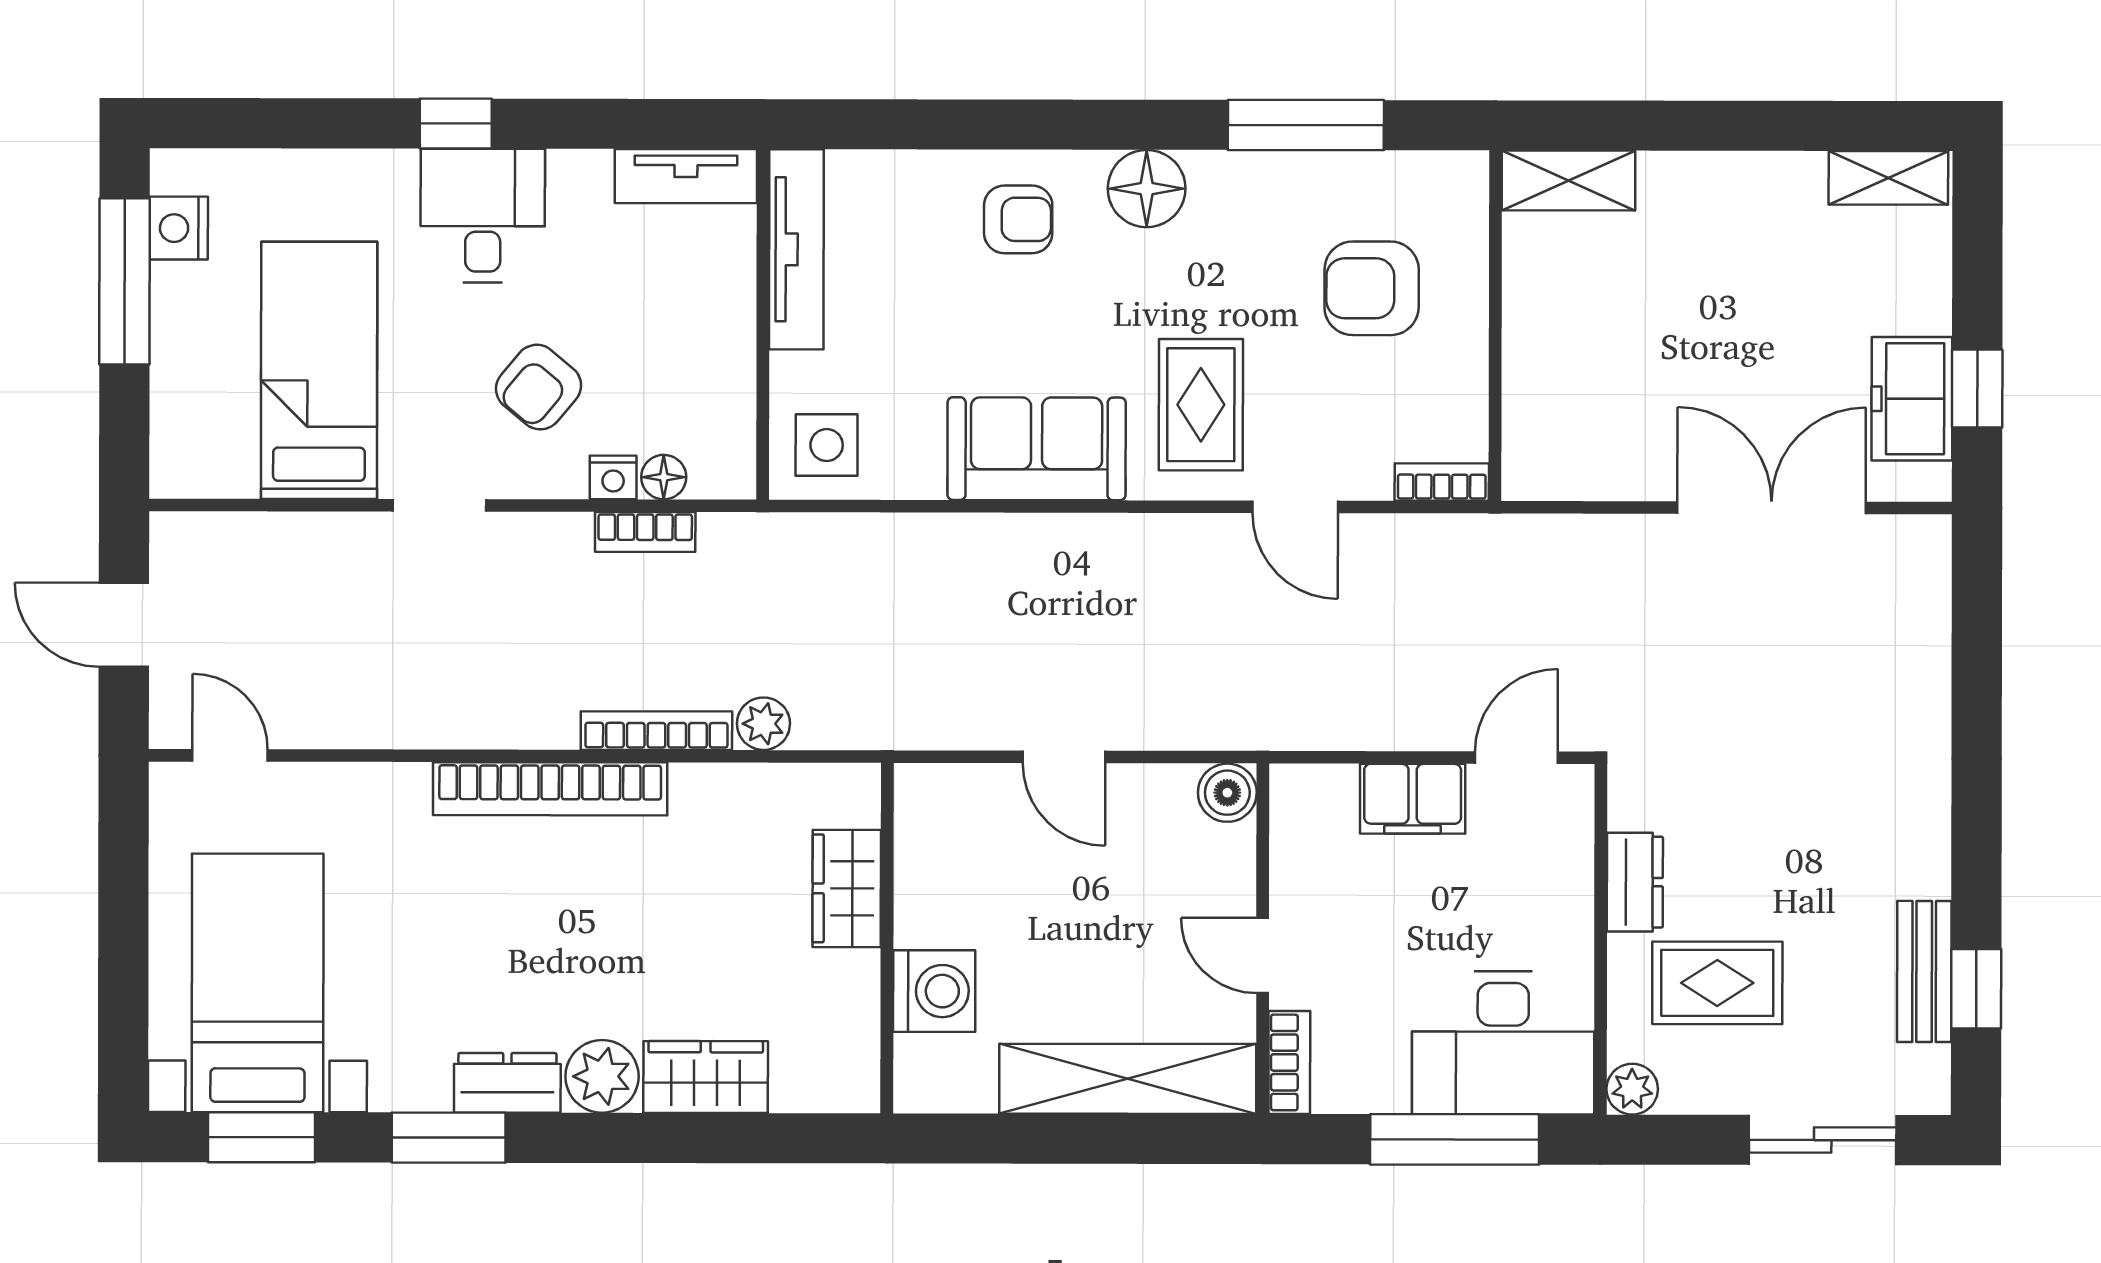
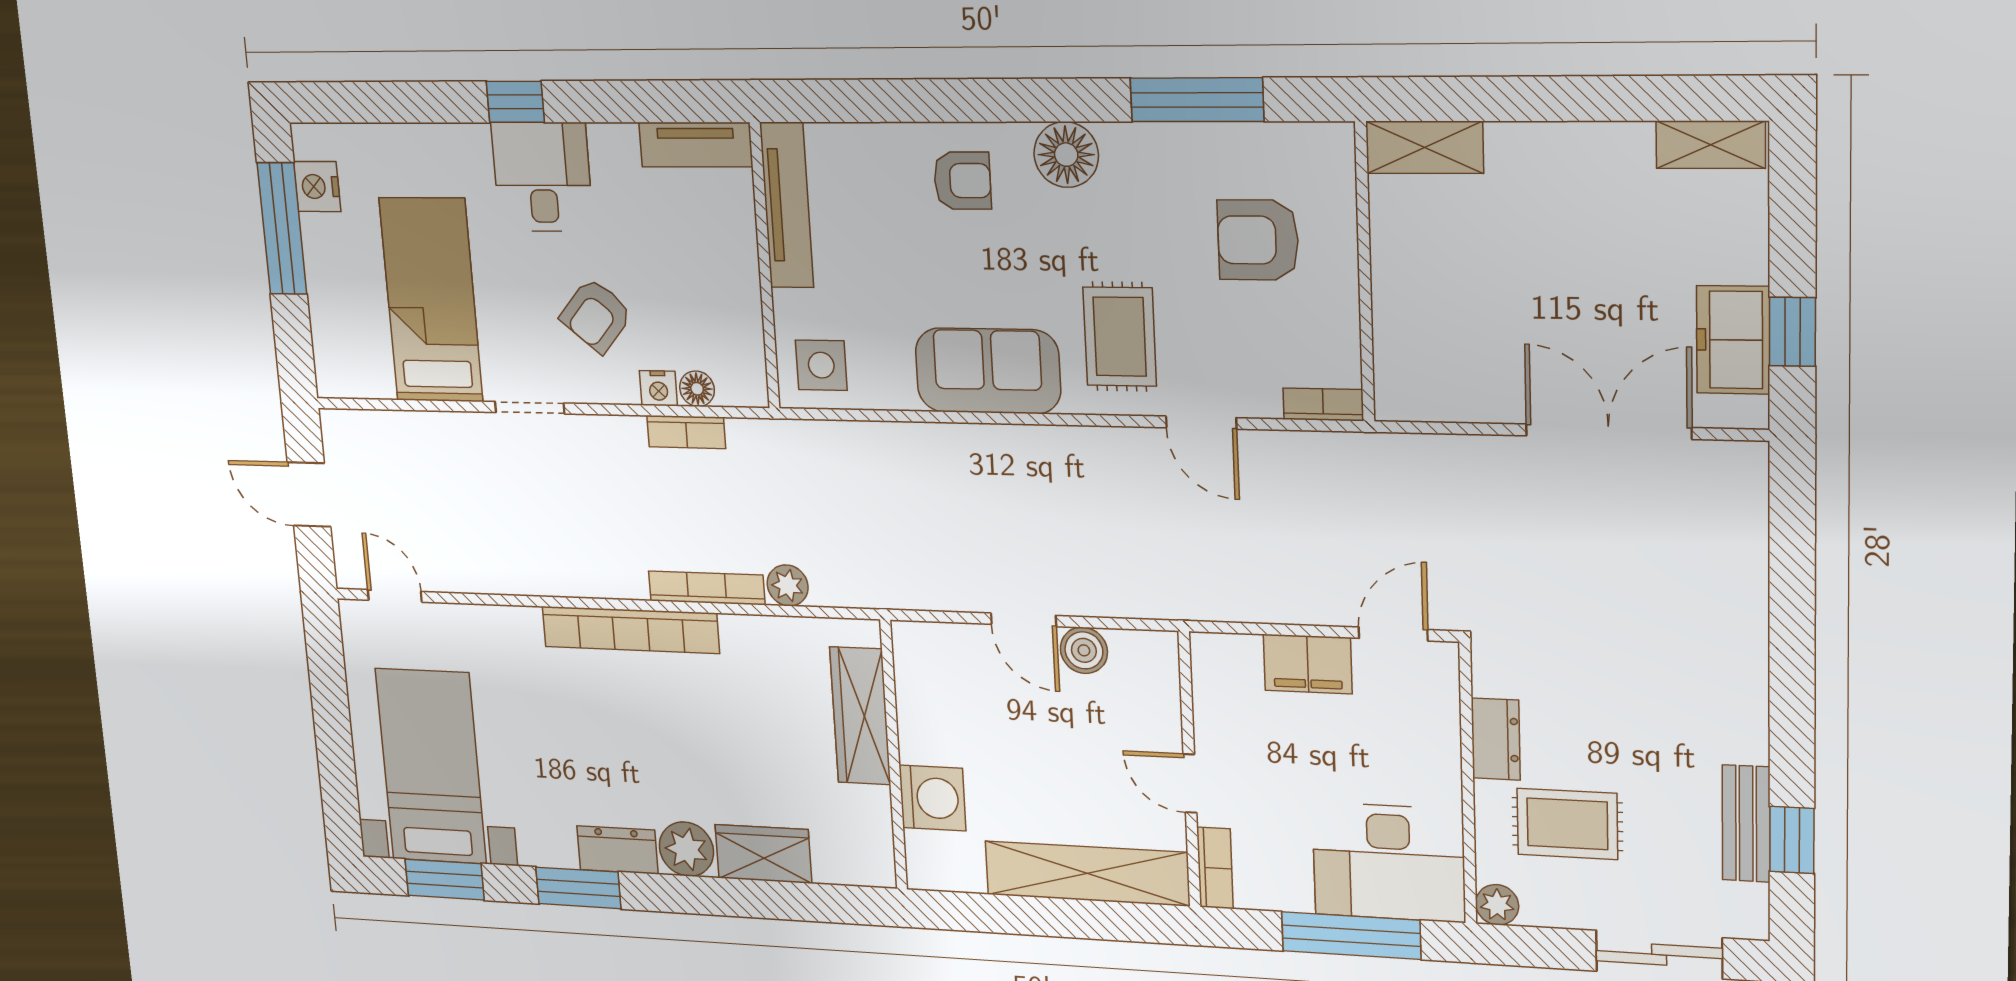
boiler: (1227, 793) -> (1084, 650), moved
wardrobe: (847, 888) -> (860, 716), width x1.50

